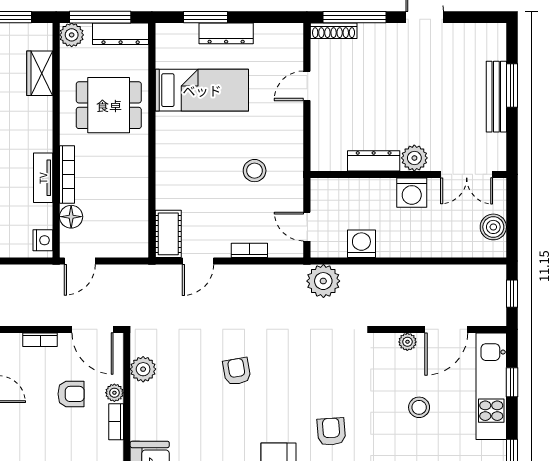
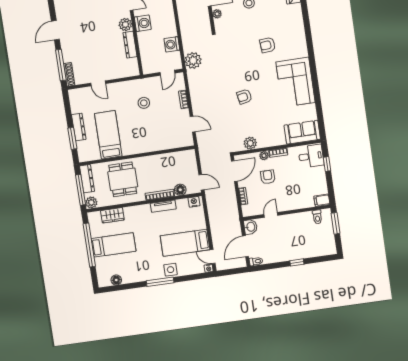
cot: (168, 234) -> (181, 141), removed

